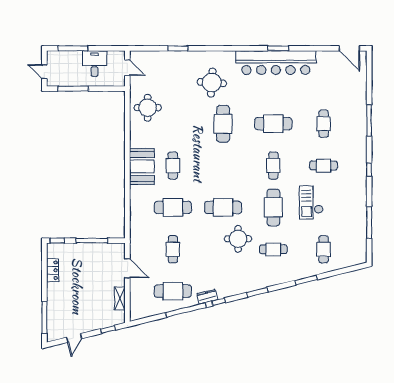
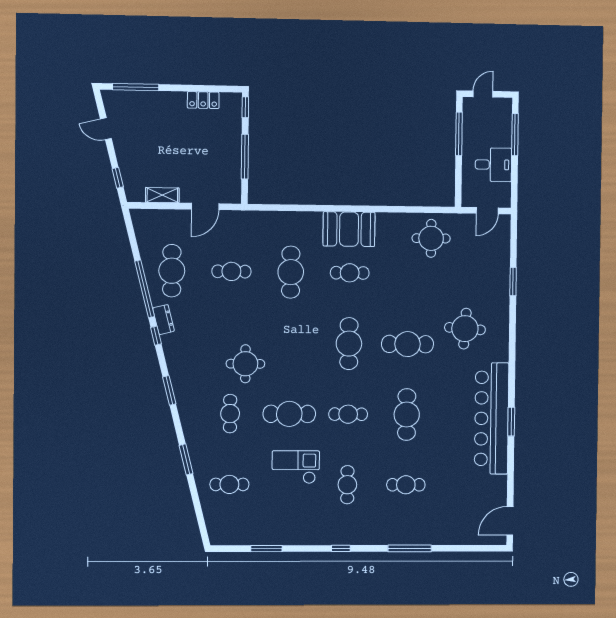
cafe table: (223, 207) -> (349, 344), moved
window: (369, 223) -> (266, 549), width x0.69

